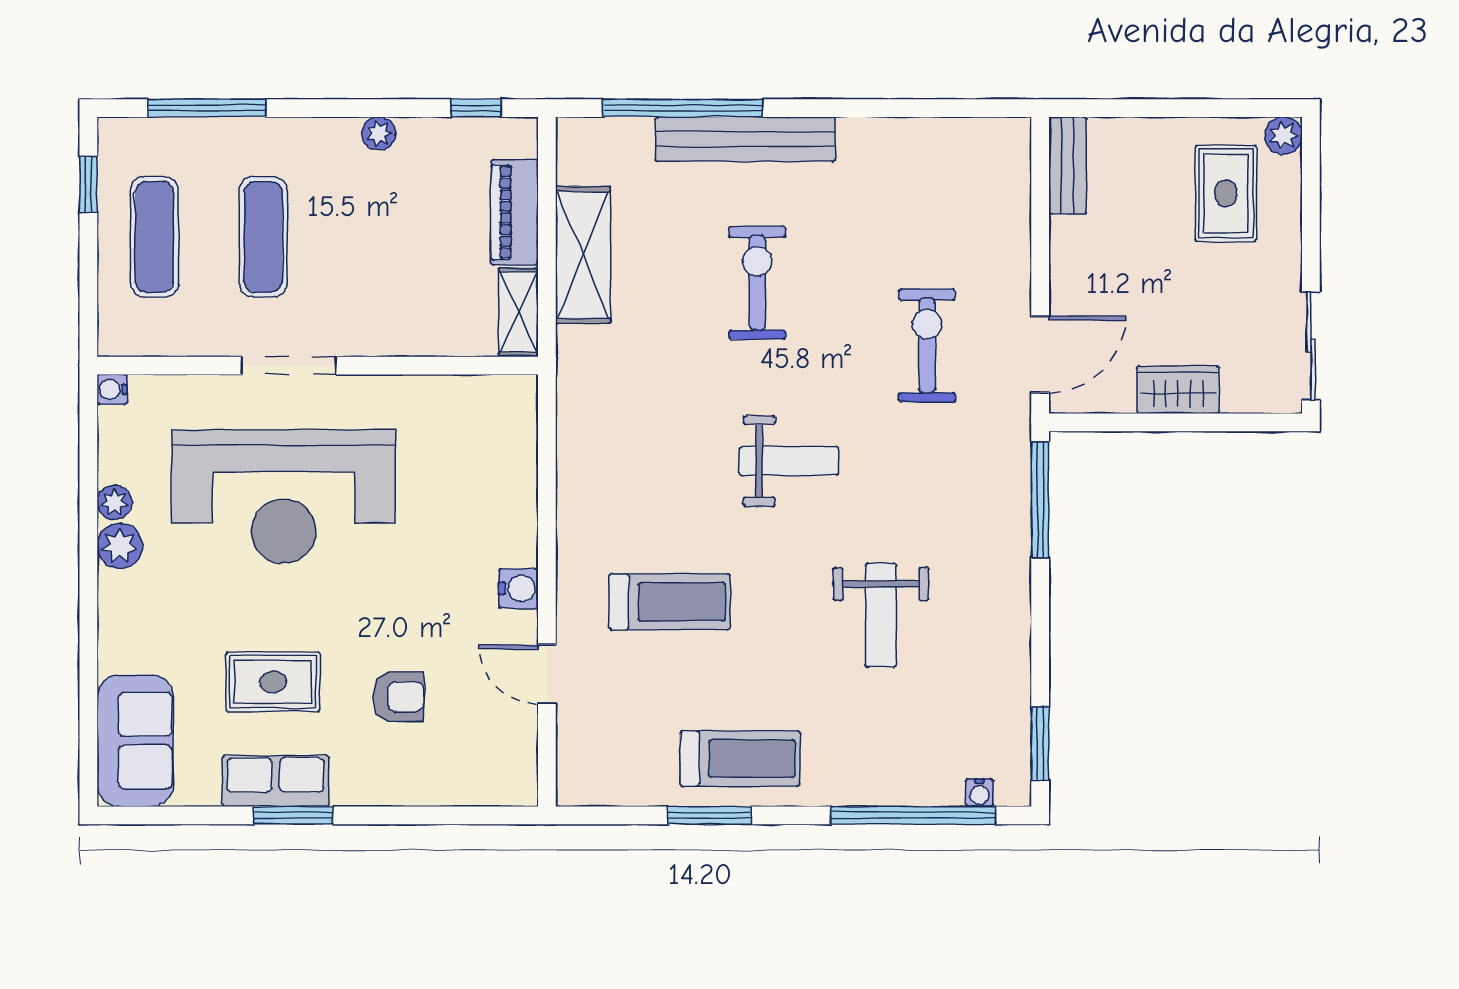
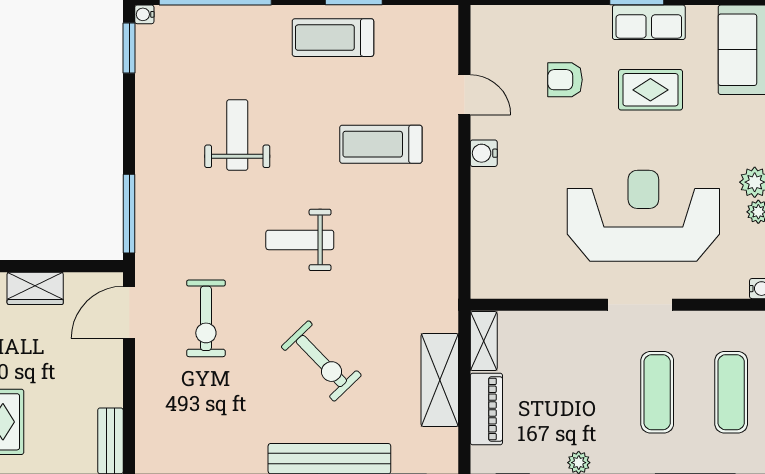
exercise bike: (757, 283) -> (321, 361), turned -44
water cooler: (979, 793) -> (144, 14), moved, turned -90

